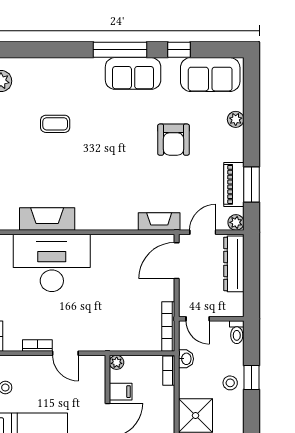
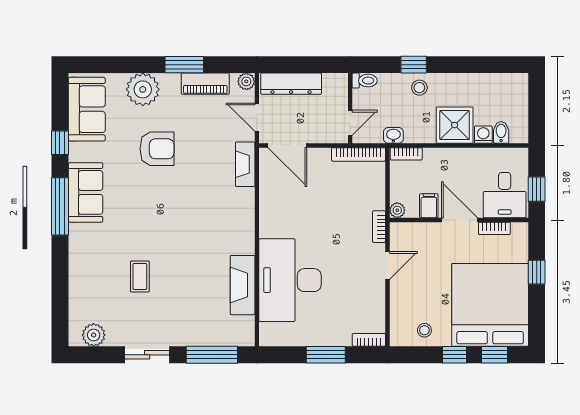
plant: (236, 119) -> (143, 89), width x1.88, depth x1.88
window: (252, 185) -> (184, 65), moved
bookcase: (37, 345) -> (379, 227), moved

